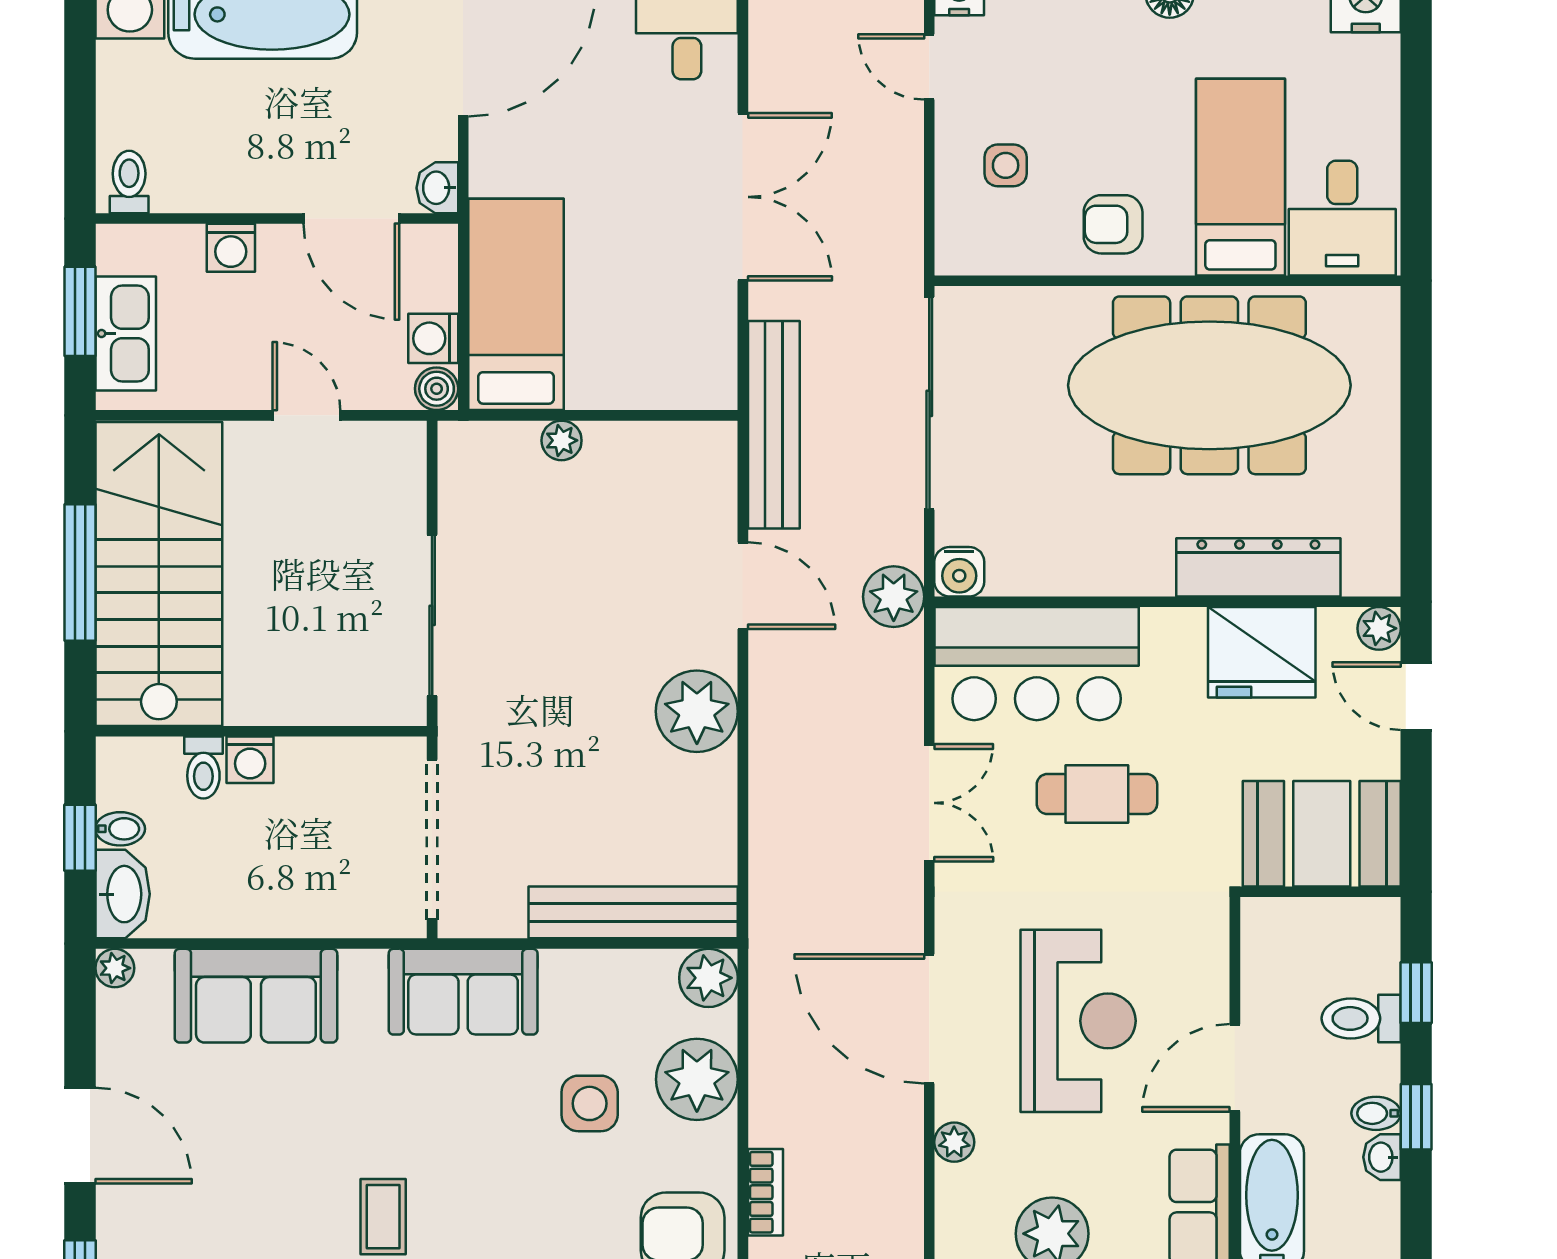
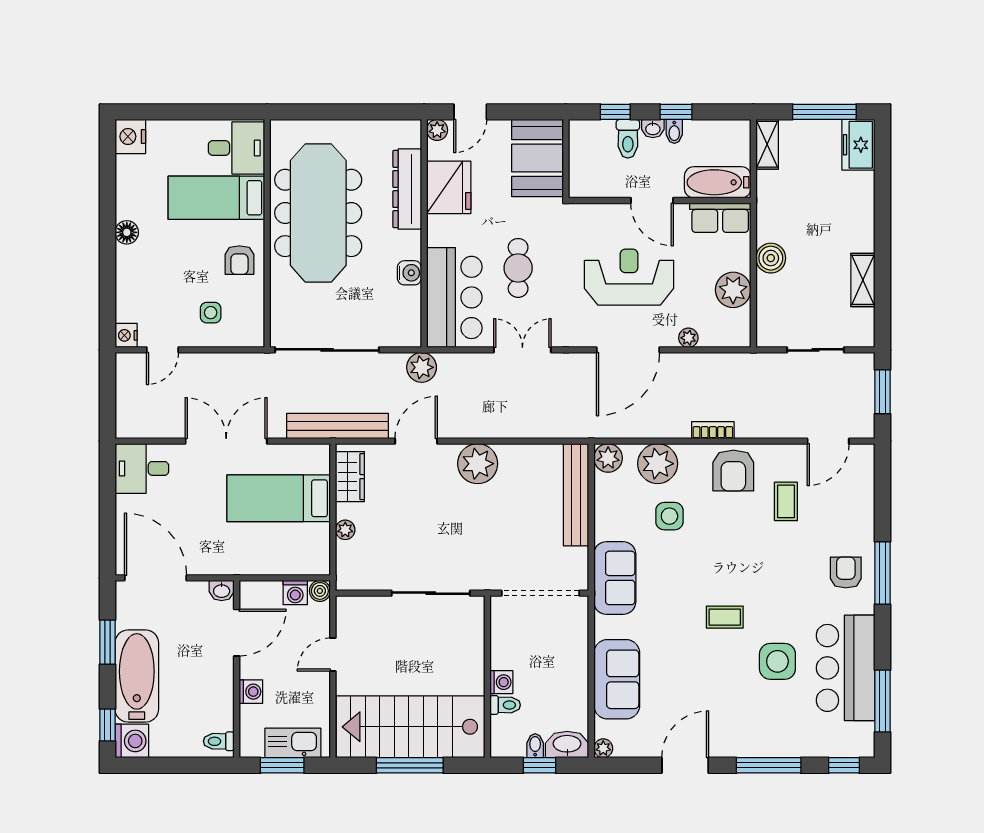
bed: (516, 304) -> (279, 498), moved
wardrobe: (670, 450) -> (350, 477), added
water cooler: (959, 572) -> (409, 273), moved
washbasin: (1382, 1157) -> (653, 129), moved

